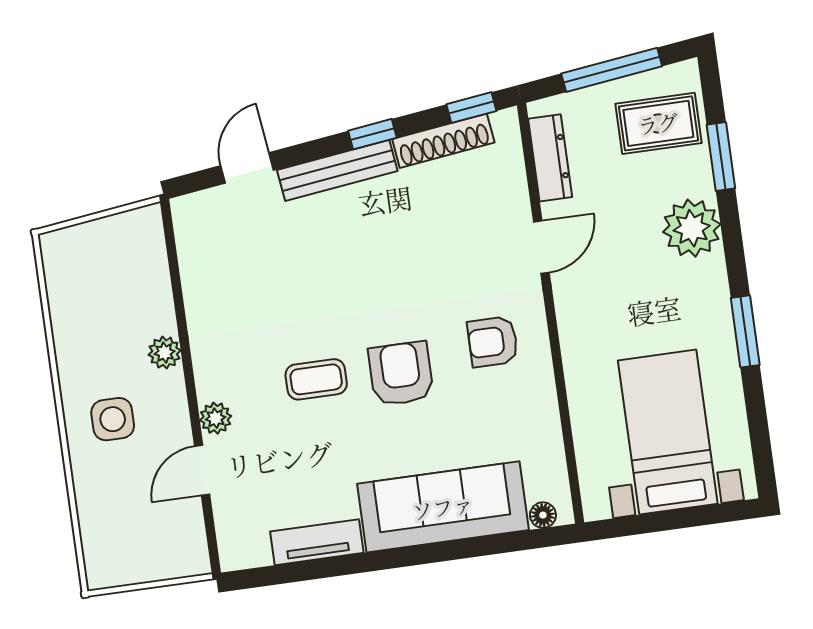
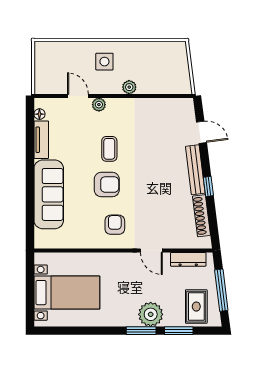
window: (471, 108) -> (214, 229), removed
window: (745, 331) -> (141, 331), moved
floor lamp: (543, 515) -> (39, 114), moved

